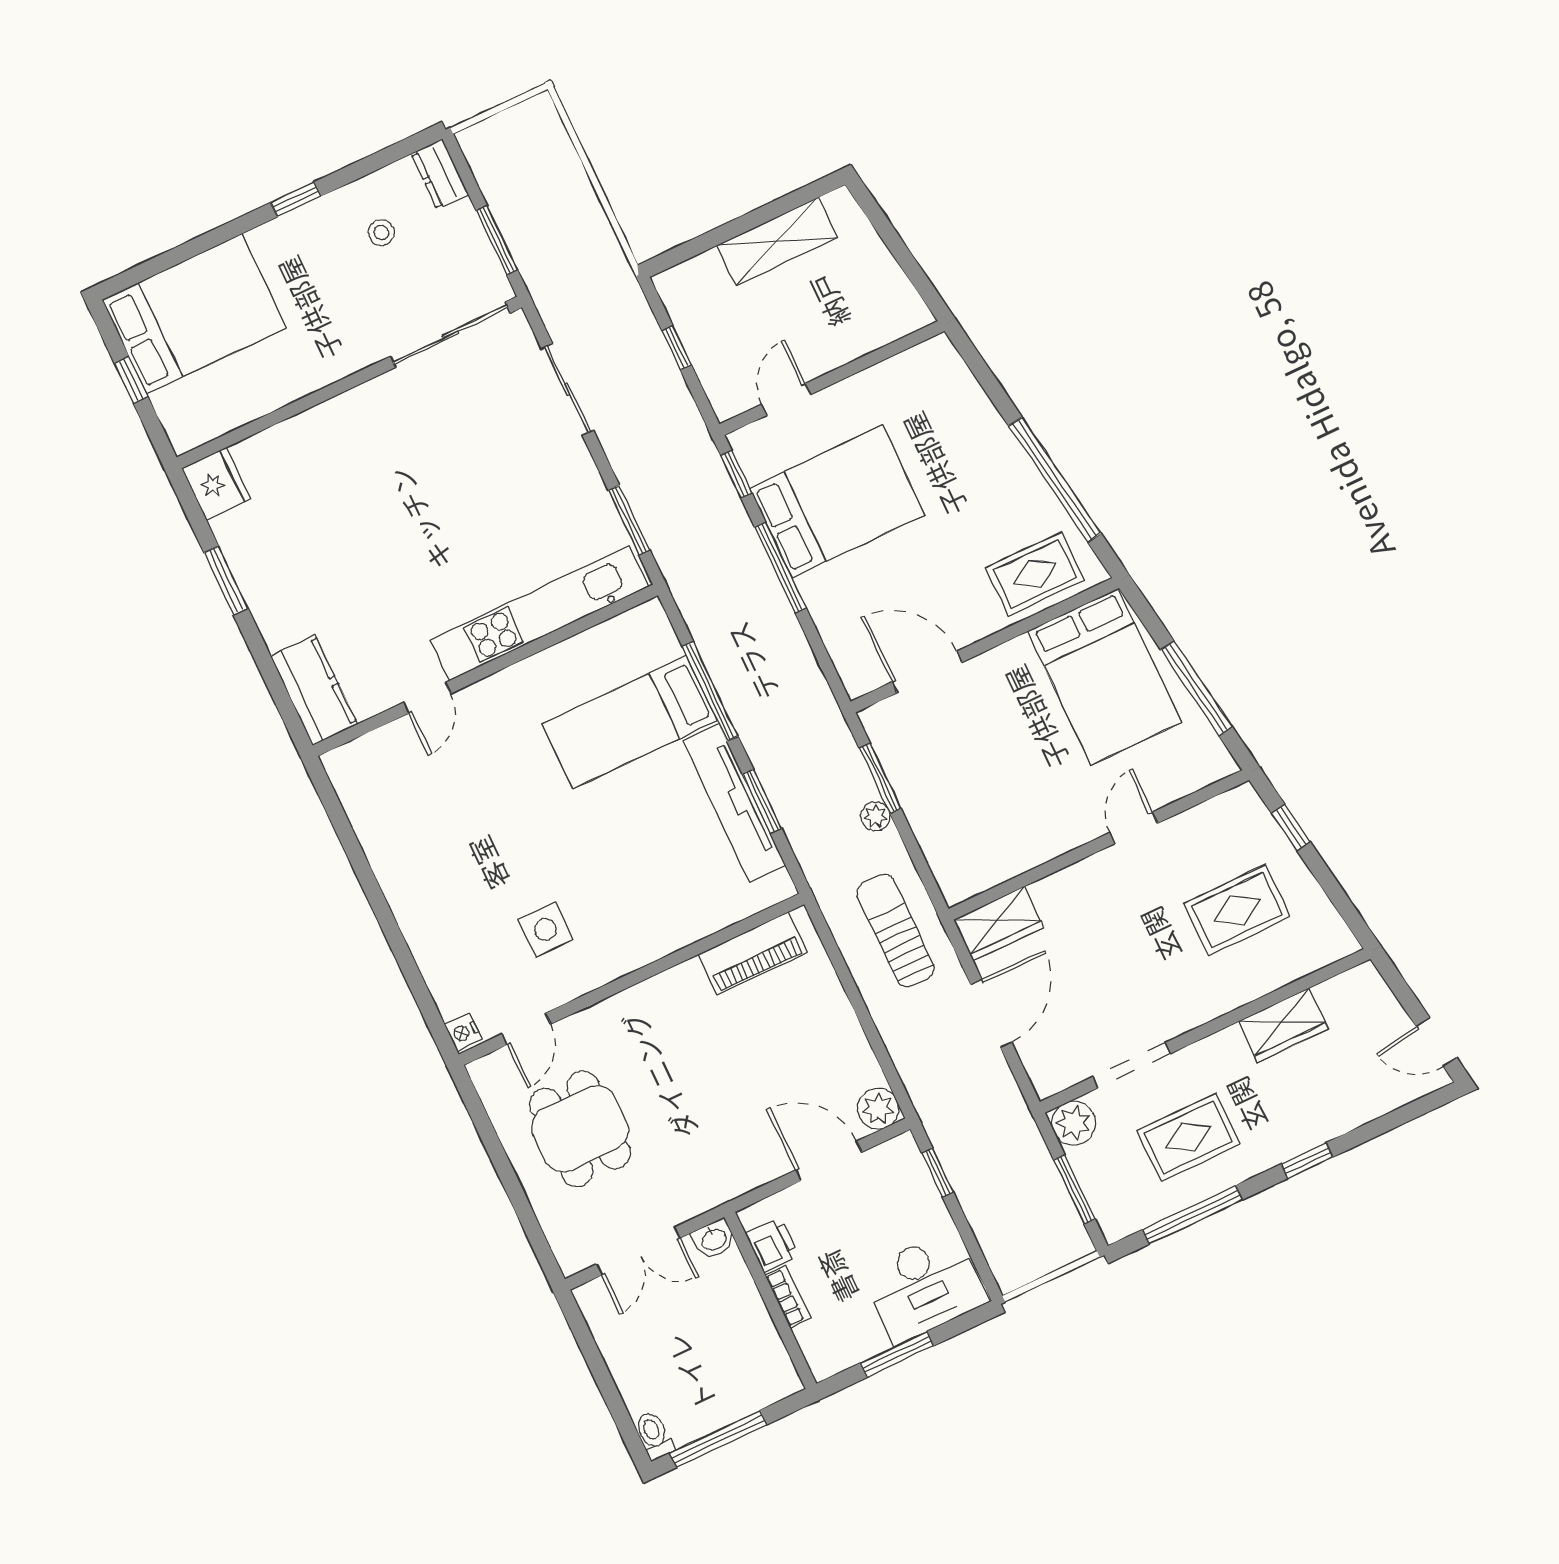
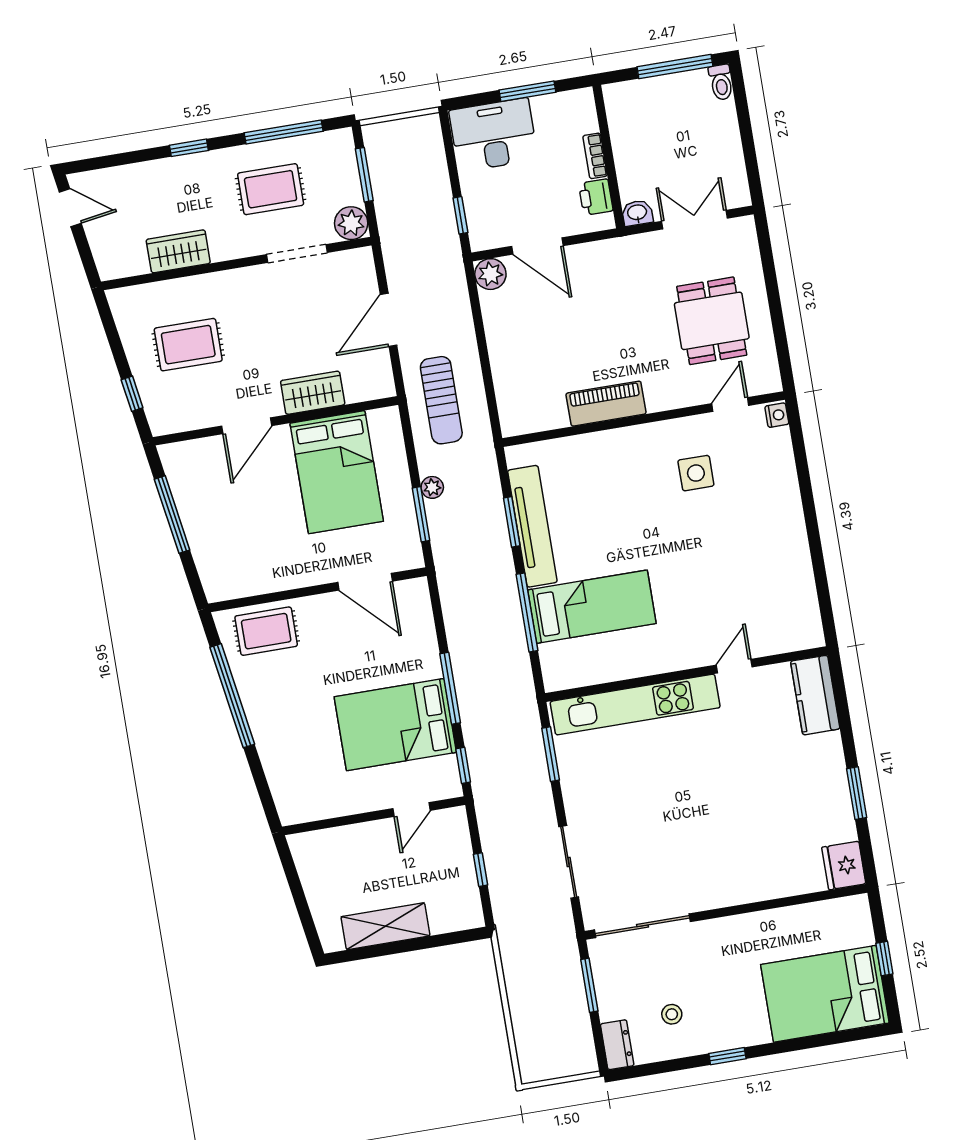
bed: (1105, 677) -> (337, 472), moved, turned 180
door: (1134, 828) -> (247, 426), width x1.38
wardrobe: (999, 923) -> (313, 393), moved
piano: (753, 953) -> (606, 404), moved

